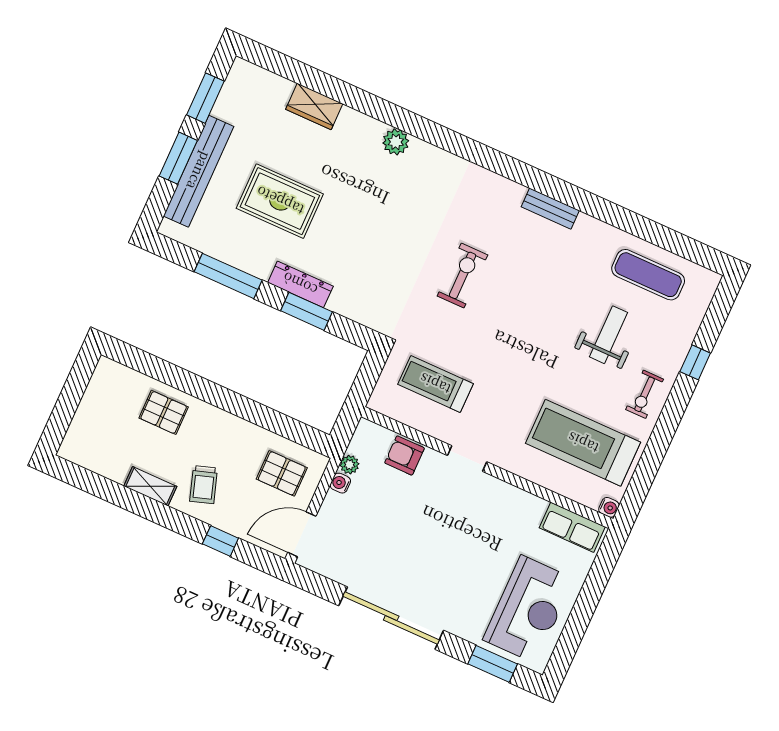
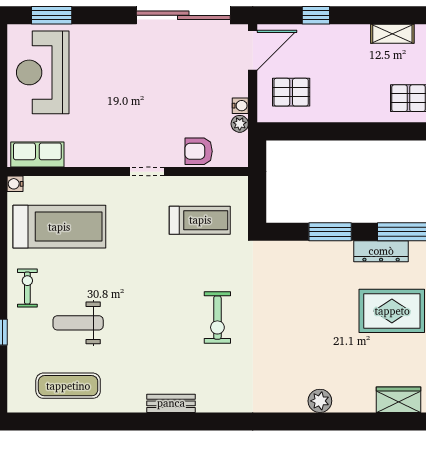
dresser: (300, 284) -> (381, 251), moved
weight bench: (609, 335) -> (78, 323), turned 90
armchair: (405, 455) -> (199, 151), turned 180
trolley: (204, 485) -> (350, 55), removed
sliding door: (391, 618) -> (183, 15), moved

